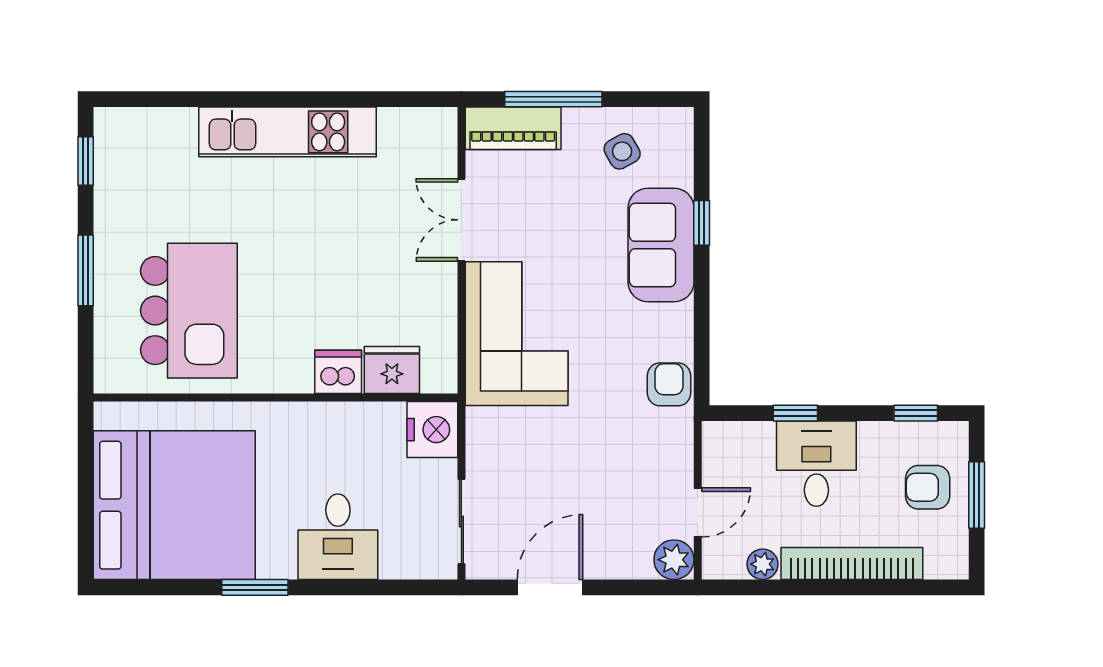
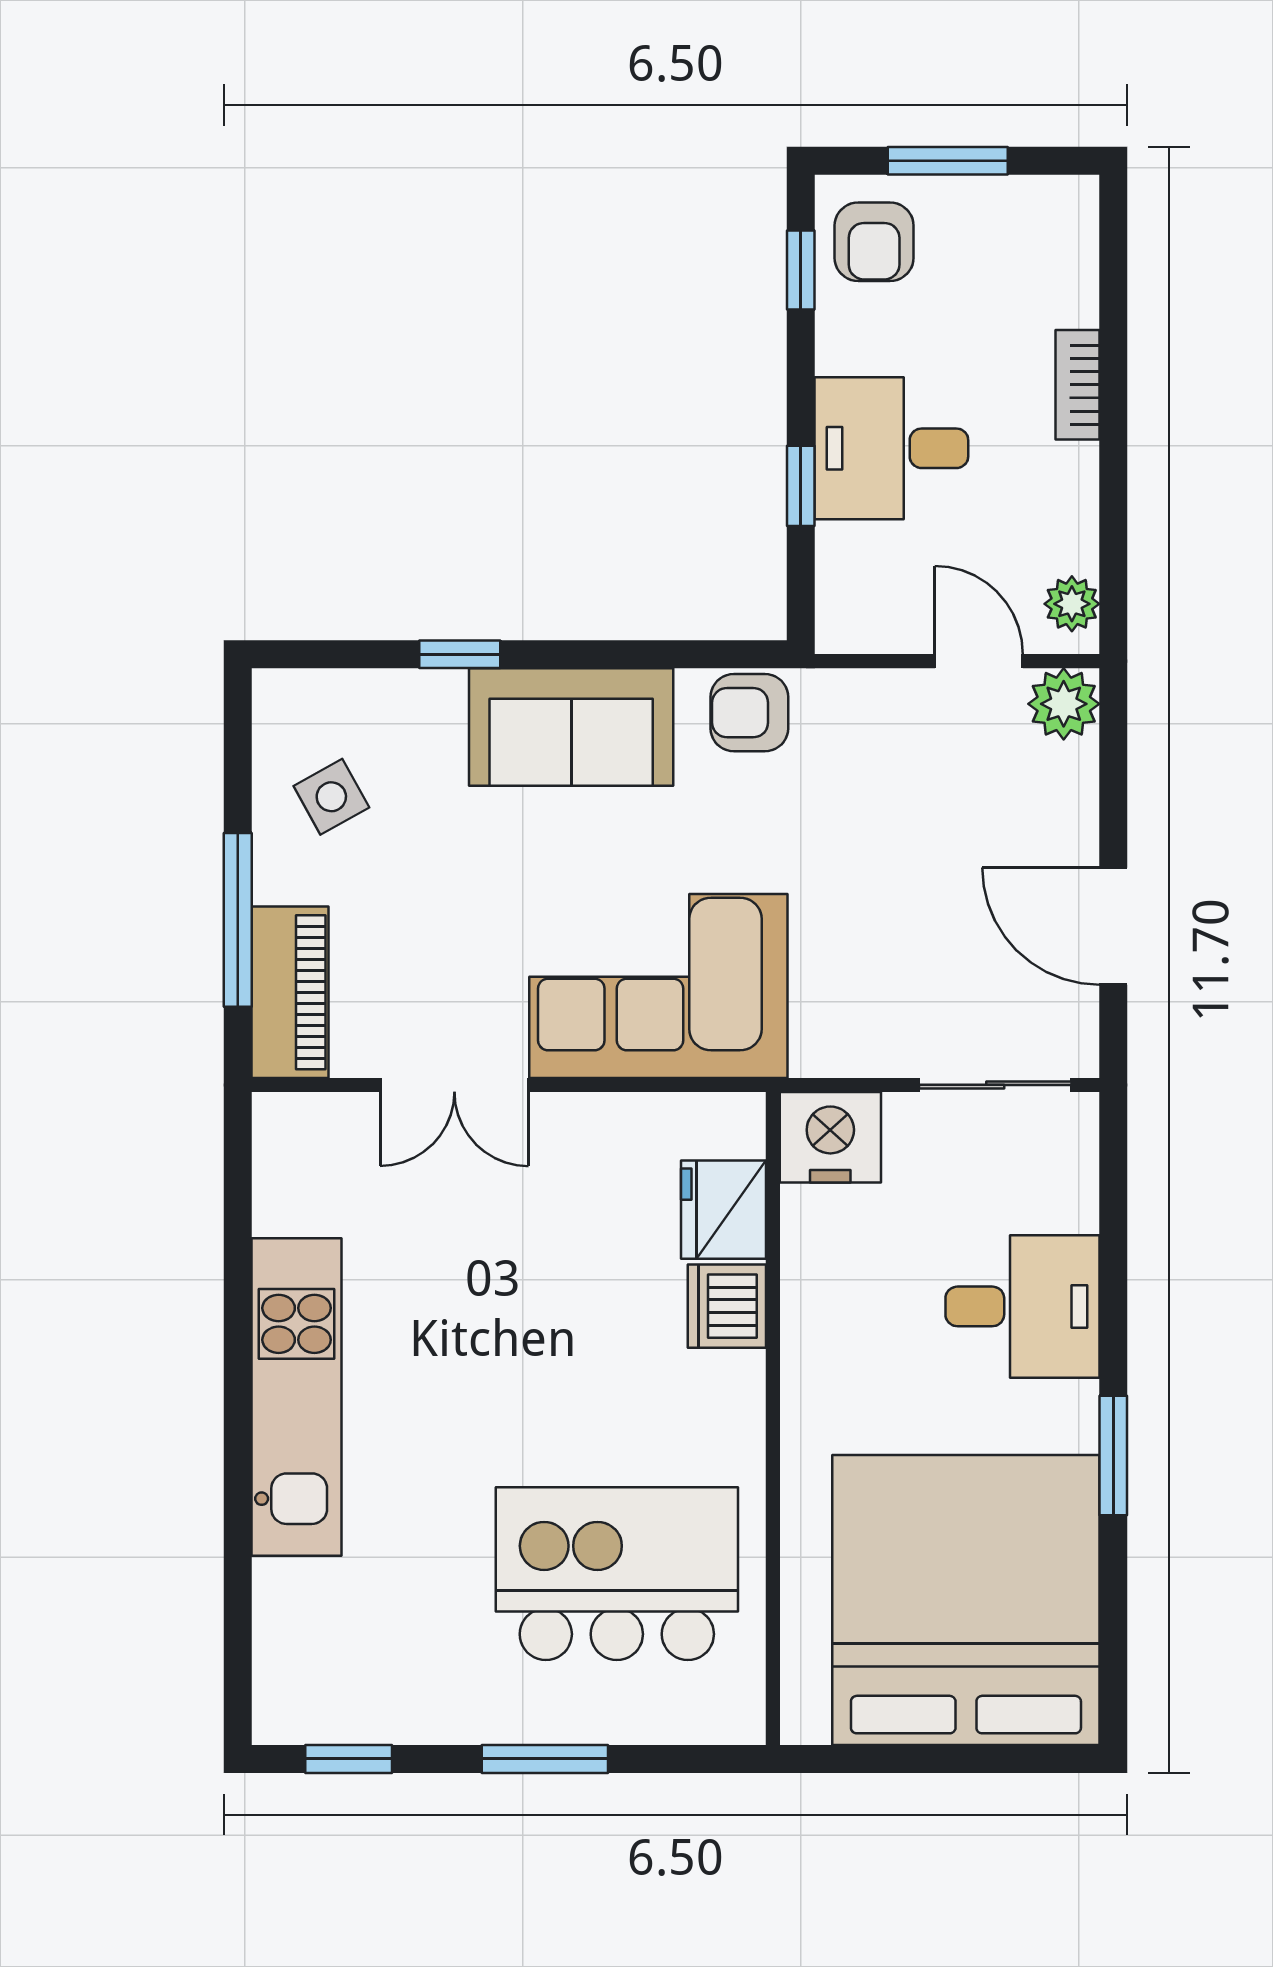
sofa: (661, 245) -> (571, 727), moved
armchair: (928, 487) -> (874, 242), moved
plant: (763, 564) -> (1072, 604), moved
bookcase: (852, 564) -> (1077, 385), width x0.43, depth x0.76

